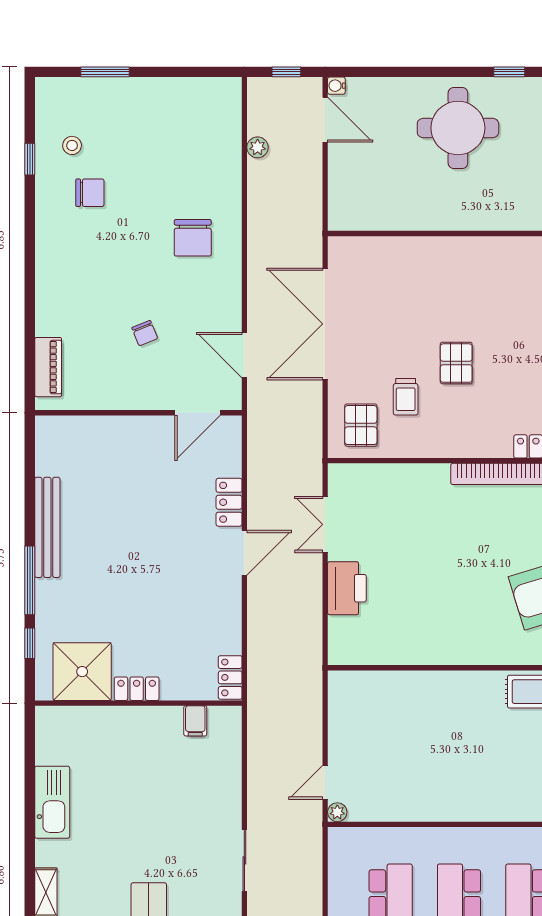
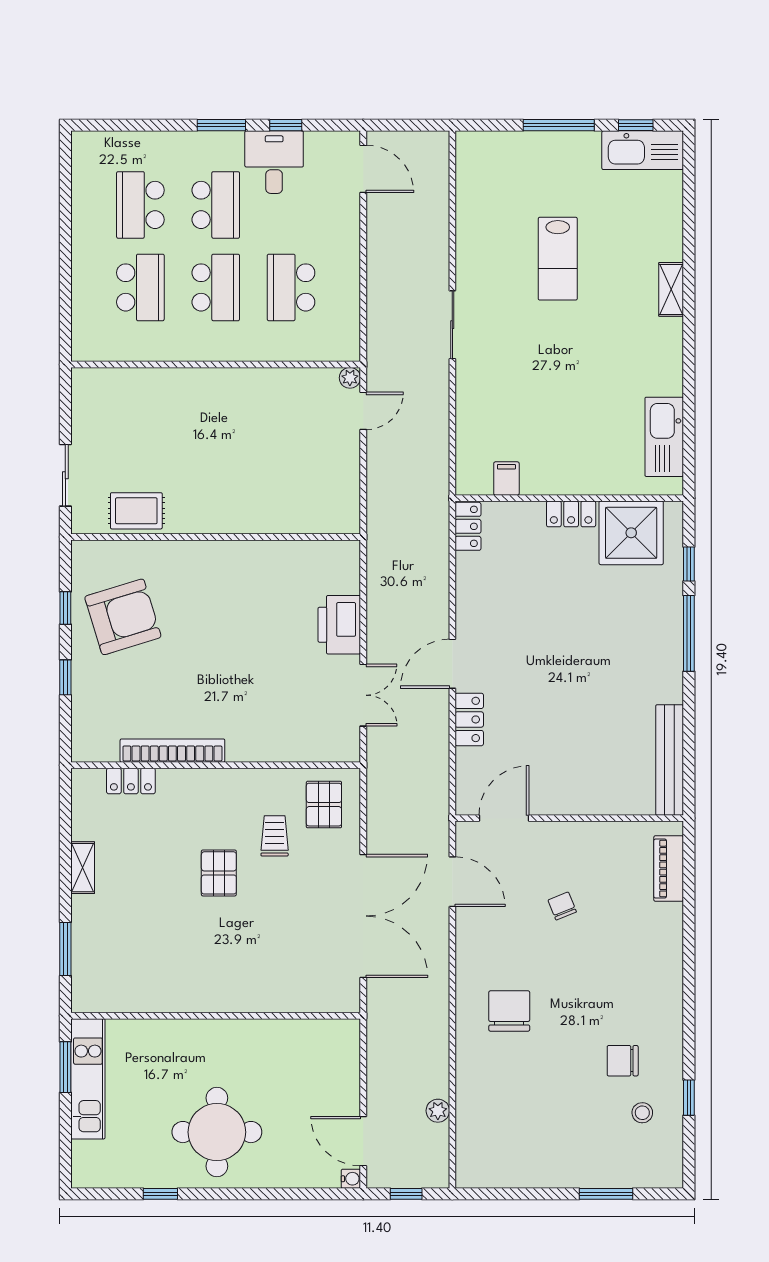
bench: (47, 527) -> (670, 760), moved
kitchen sink: (52, 802) -> (664, 437), moved

